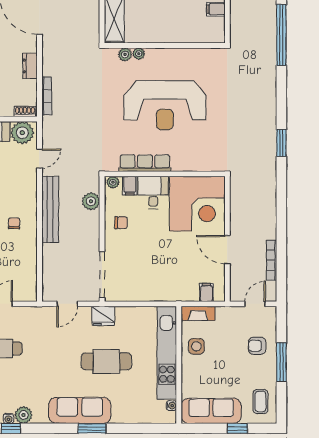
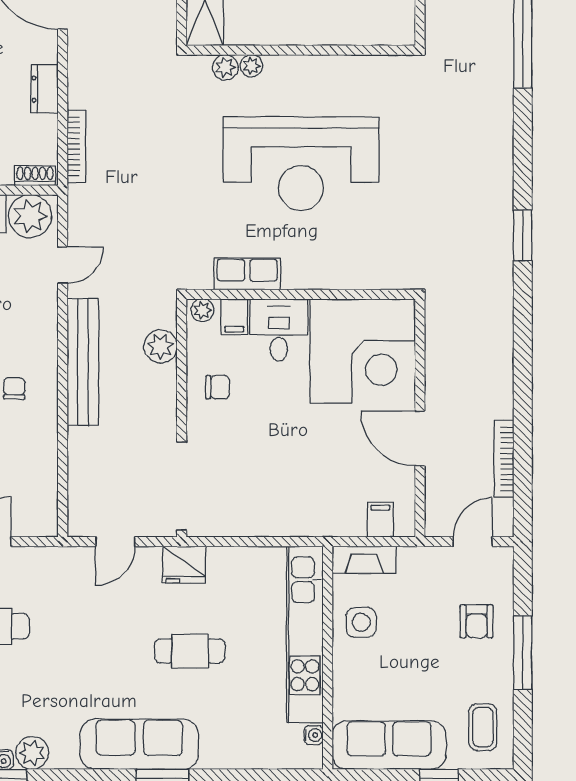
row of seats: (145, 163) -> (247, 274), width x0.68
armchair: (257, 346) -> (477, 621), turned -90
cafe table: (106, 361) -> (190, 651), width x0.73, depth x0.74

